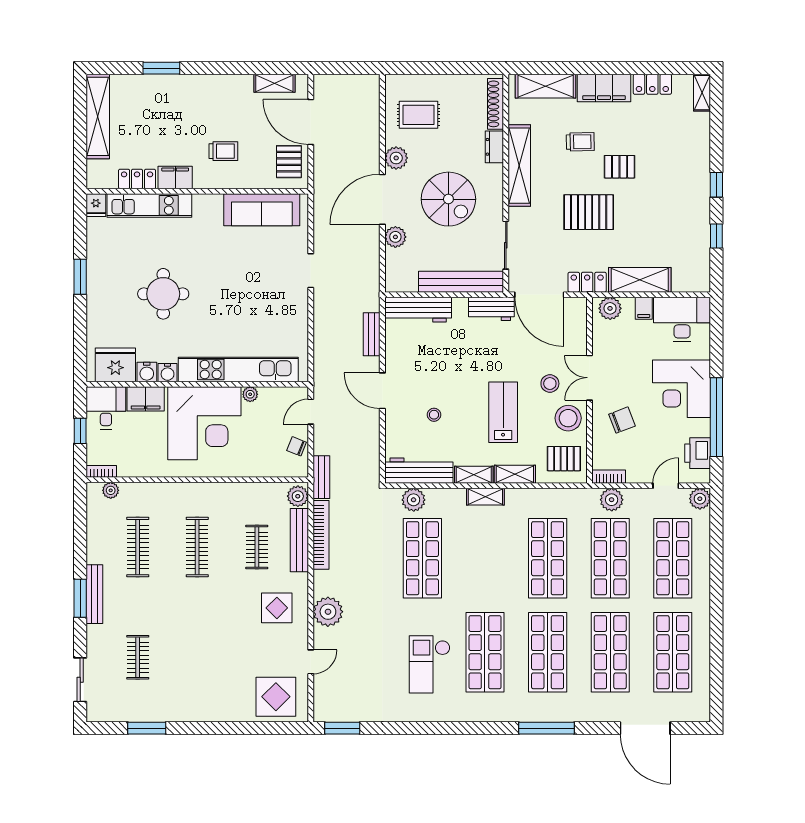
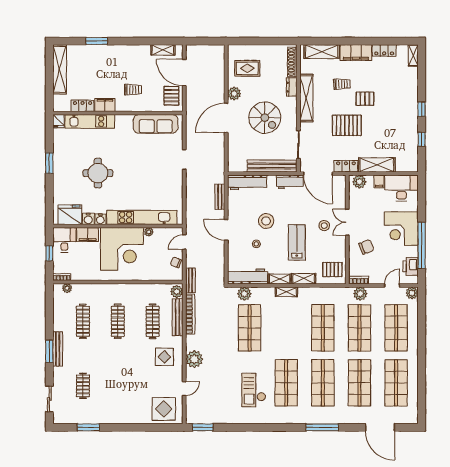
plant: (395, 237) -> (234, 140), removed
stool: (568, 418) -> (266, 221), moved
clothes rail: (257, 547) -> (153, 321), width x1.36

